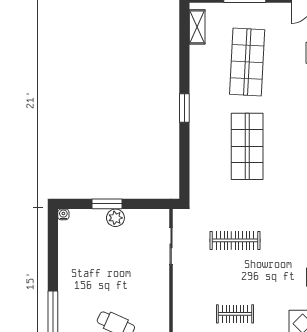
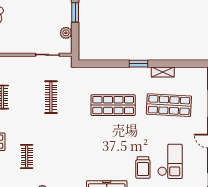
shelving: (197, 27) -> (163, 72), moved
plant: (115, 218) -> (66, 33), moved

